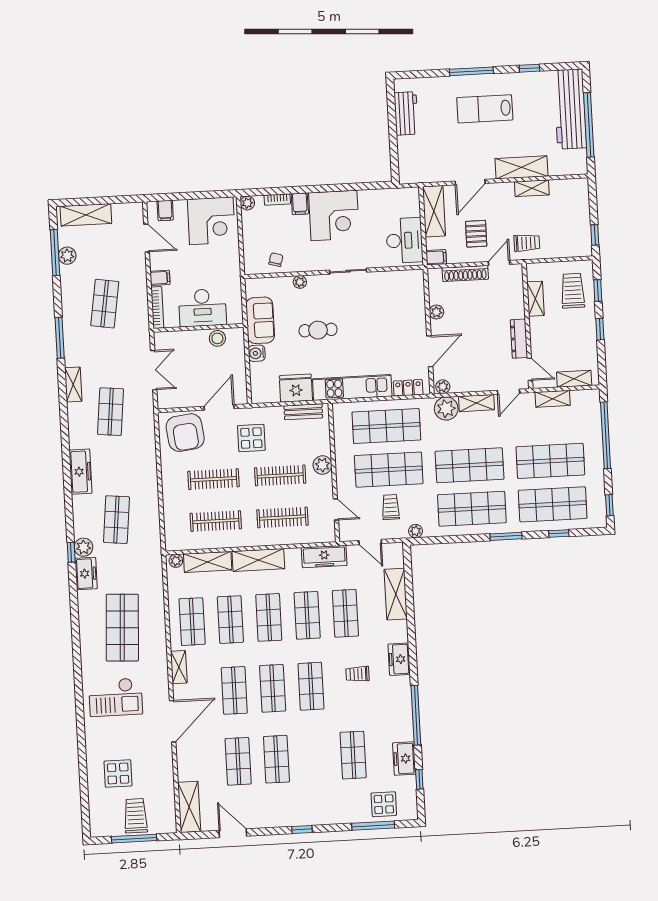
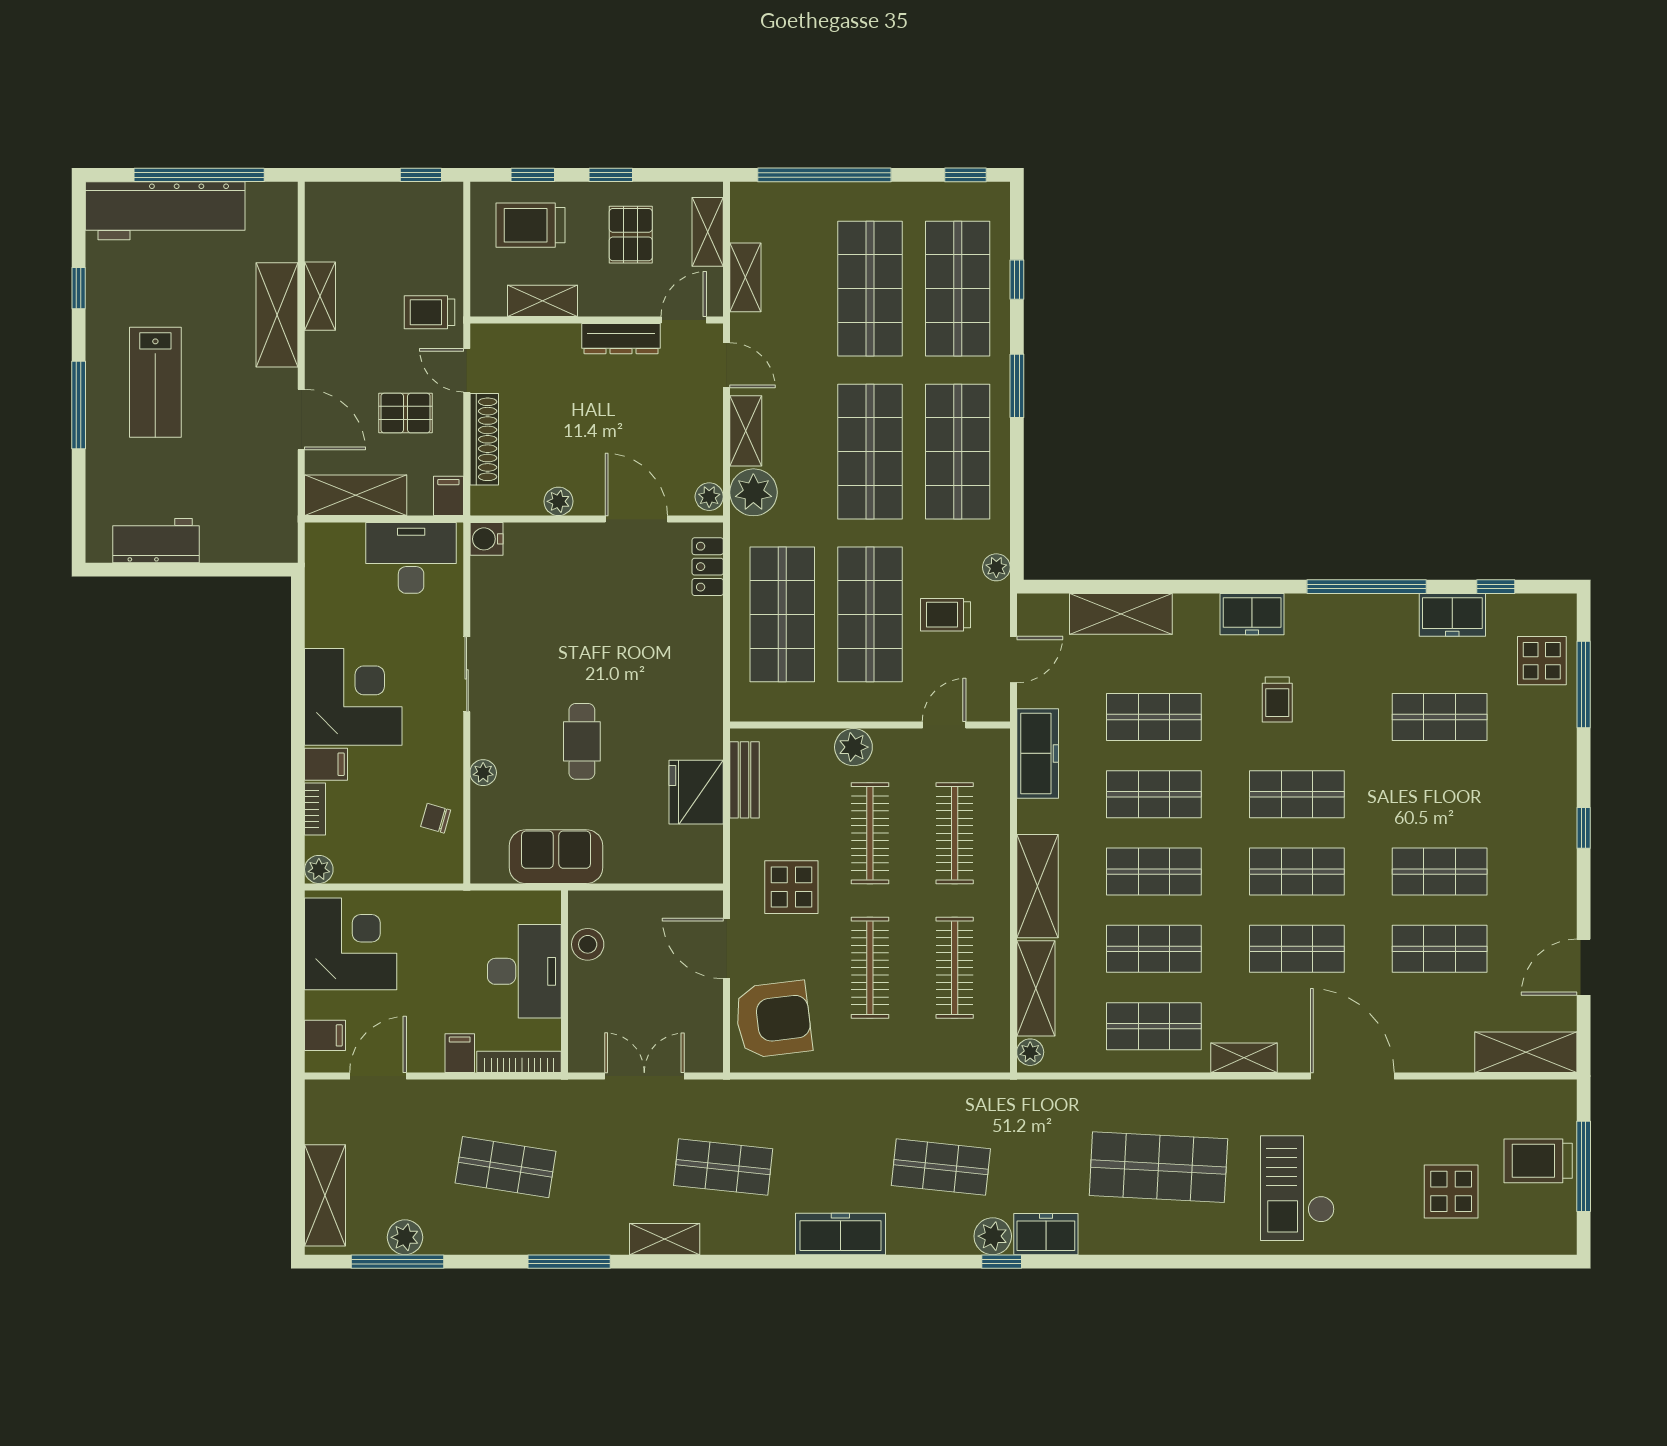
trolley: (527, 243) -> (429, 312), turned -90
pallet: (571, 341) -> (631, 235), added
water cooler: (257, 353) -> (486, 539), moved, turned 90
kitchen unit: (352, 387) -> (701, 679), removed
checkout: (116, 697) -> (1297, 1188), turned 180

